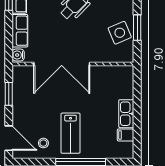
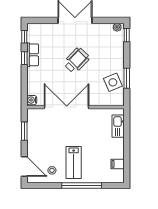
row of seats: (20, 31) -> (33, 81), removed
double door: (62, 64) -> (67, 107), swing flipped
kitchen sink: (126, 114) -> (118, 126), moved

